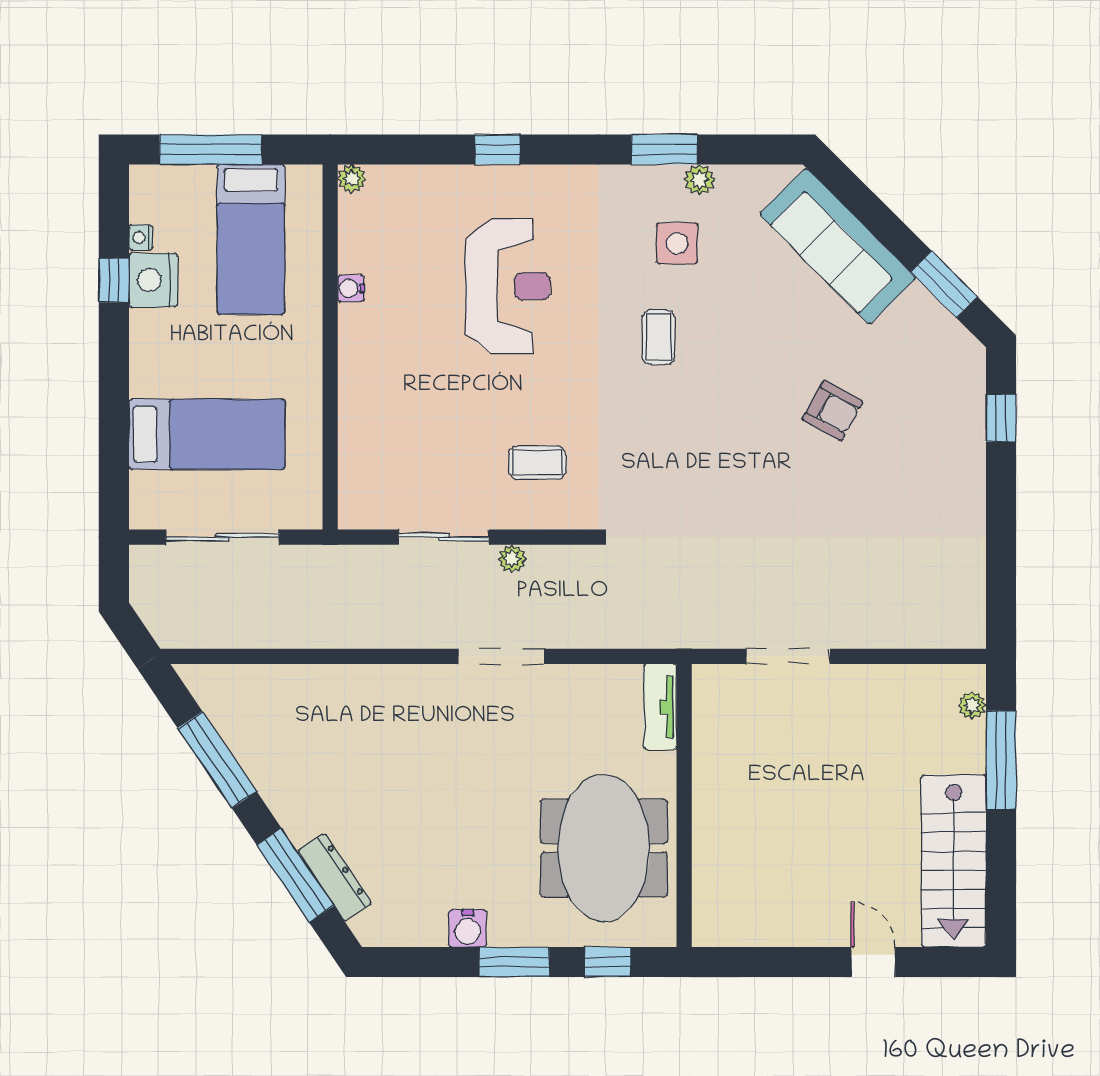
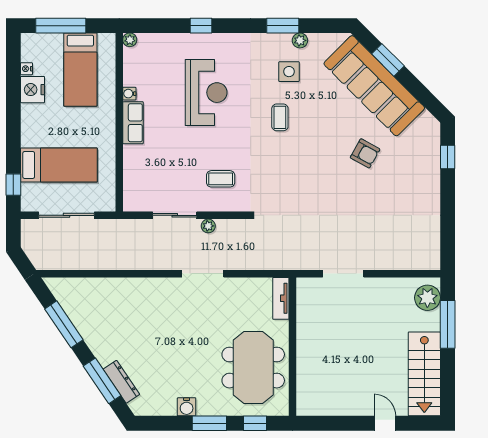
sofa: (838, 246) -> (374, 86), width x1.36, depth x1.27
window: (114, 280) -> (13, 185), moved
window: (944, 284) -> (388, 60), moved
row of seats: (358, 348) -> (133, 123), added
plant: (972, 705) -> (427, 298), width x1.87, depth x1.87

